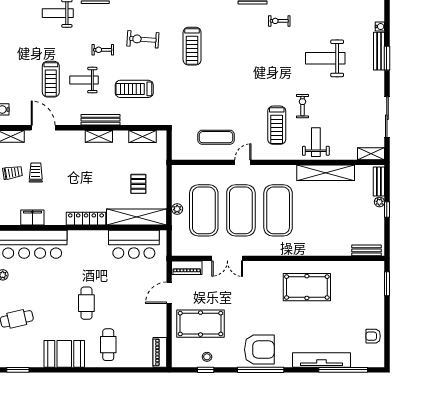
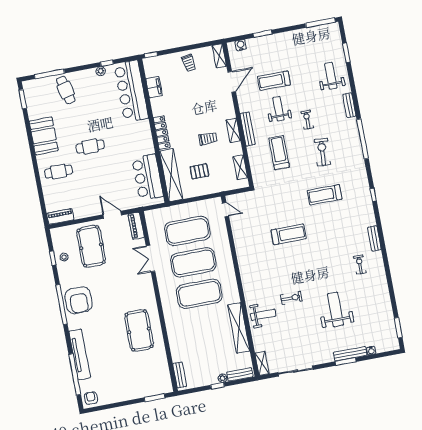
treadmill: (277, 125) -> (289, 234), moved, turned 180
exercise mat: (216, 137) -> (251, 230), removed
door: (243, 162) -> (225, 210), moved
trolley: (36, 173) -> (208, 139), moved
plant: (177, 209) -> (184, 208), removed
armchair: (373, 336) -> (91, 398), moved

